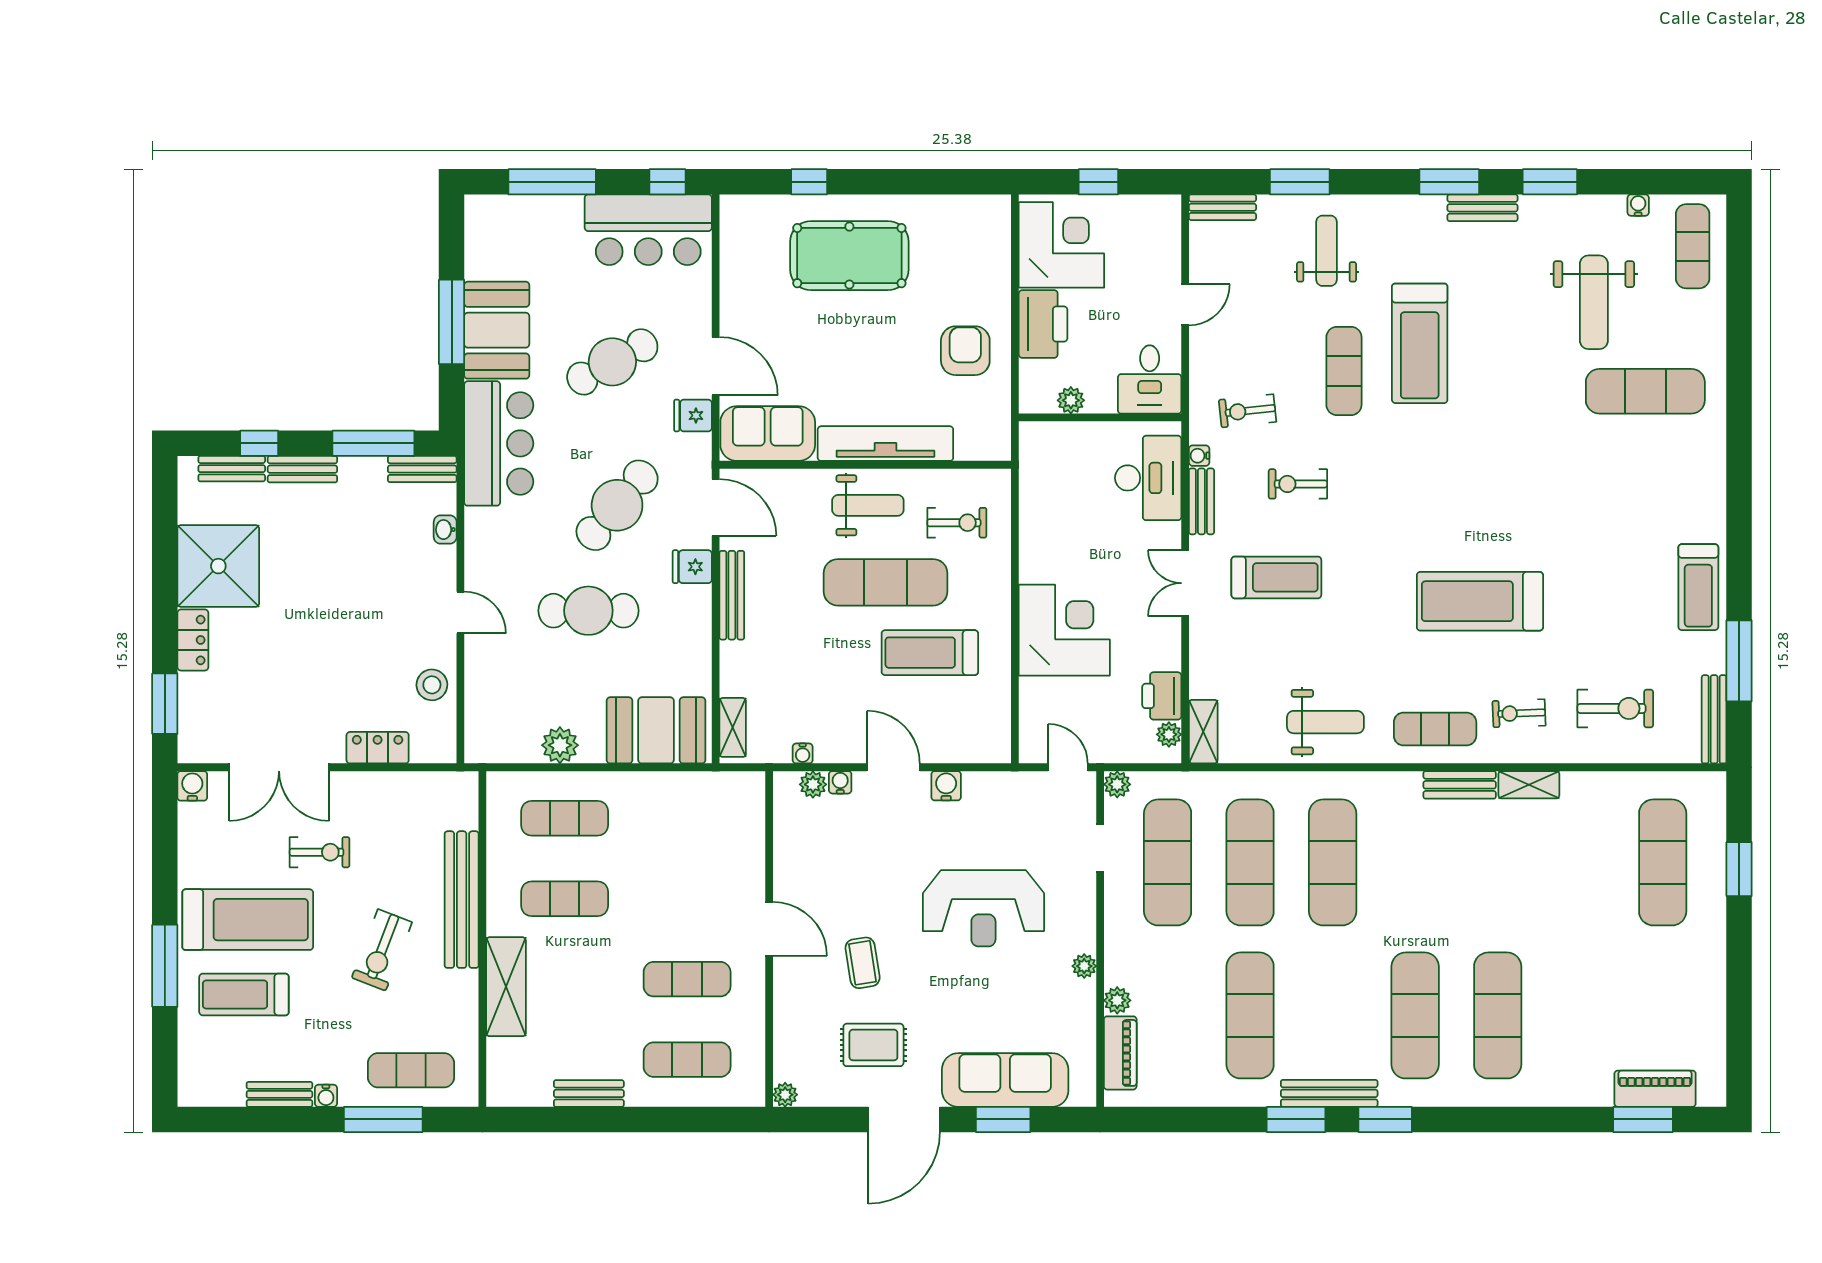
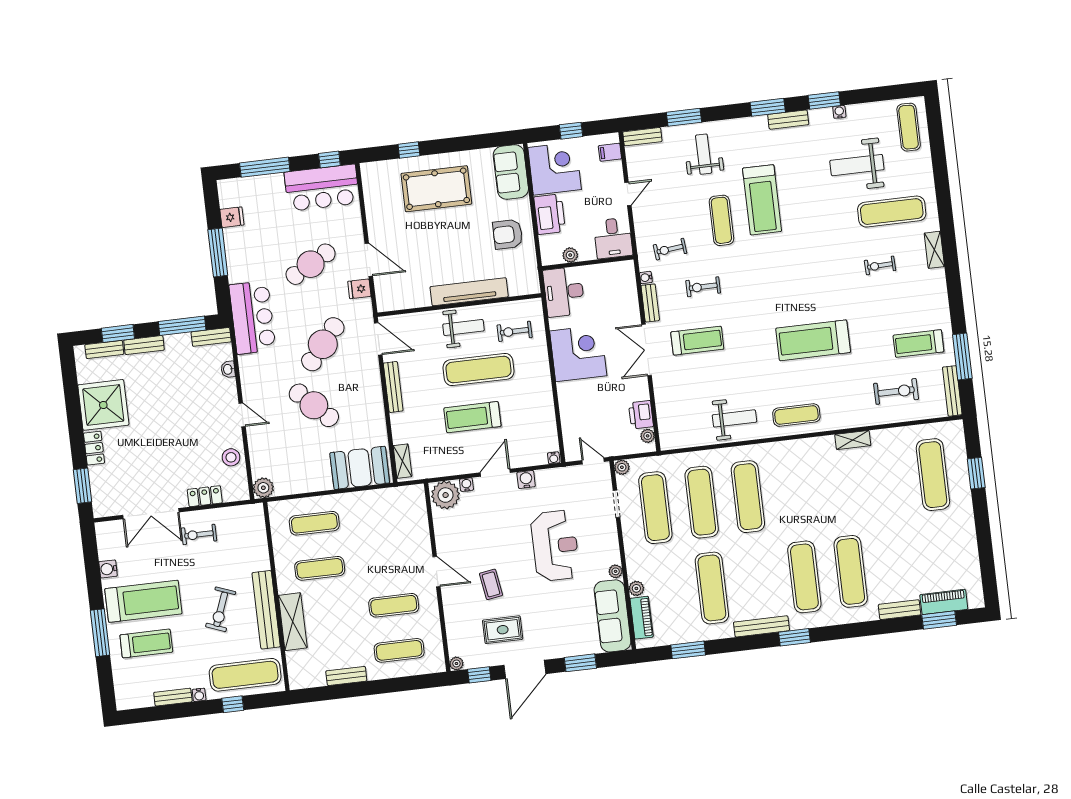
water cooler: (1638, 205) -> (839, 112), moved
filing cabinet: (1162, 228) -> (610, 152), added
weight bench: (1594, 302) -> (857, 165), turned 90
booth: (497, 330) -> (244, 254), removed
armchair: (965, 351) -> (508, 234), turned -90
sofa: (768, 434) -> (511, 172), moved, turned -90
window: (259, 443) -> (118, 333), width x1.50
desk: (1148, 478) -> (564, 292), moved, turned 180
exercise bike: (957, 523) -> (515, 331), turned 180
fridge: (692, 567) -> (232, 217), moved, turned 180
double door: (1185, 583) -> (647, 350), width x1.37
treadmill: (1698, 587) -> (918, 343), moved, turned 90
cafe table: (588, 611) -> (314, 405), turned 45
corner desk: (1064, 630) -> (578, 353), moved
treadmill: (930, 653) -> (472, 417), moved
exercise bike: (1519, 713) -> (880, 265), moved
shelving: (1203, 732) -> (934, 250), moved
plant: (560, 745) -> (263, 488), moved
water cooler: (803, 753) -> (554, 458), moved
door: (893, 767) -> (495, 473), hinge flipped
plant: (813, 784) -> (446, 495), width x1.88, depth x1.88
bench: (1460, 785) -> (900, 610), moved
water cooler: (192, 786) -> (108, 569), moved, turned -90
exercise bike: (320, 852) -> (199, 534), moved, turned 180
bench: (462, 900) -> (266, 610), moved
reception desk: (983, 908) -> (555, 546), turned -90
treadmill: (244, 995) -> (146, 643), turned 180
exercise mat: (411, 1070) -> (245, 675), width x1.36, depth x1.45
sofa: (1005, 1080) -> (612, 616), moved, turned -90
window: (383, 1119) -> (233, 704), width x0.46
window: (823, 1119) -> (479, 675), added
window: (1296, 1119) -> (688, 650), moved

